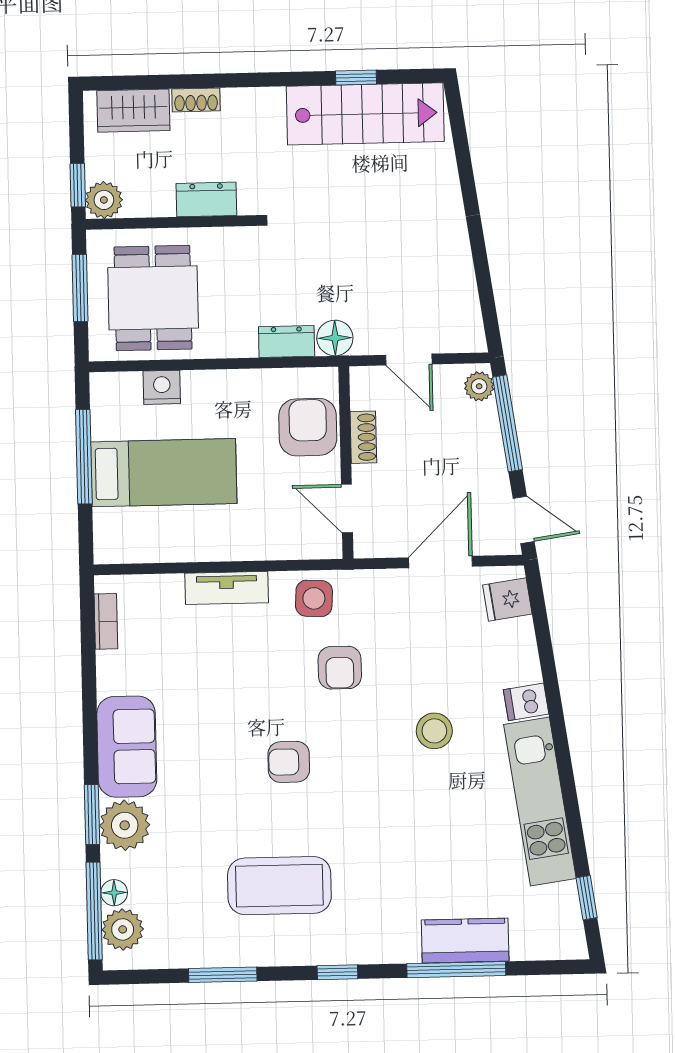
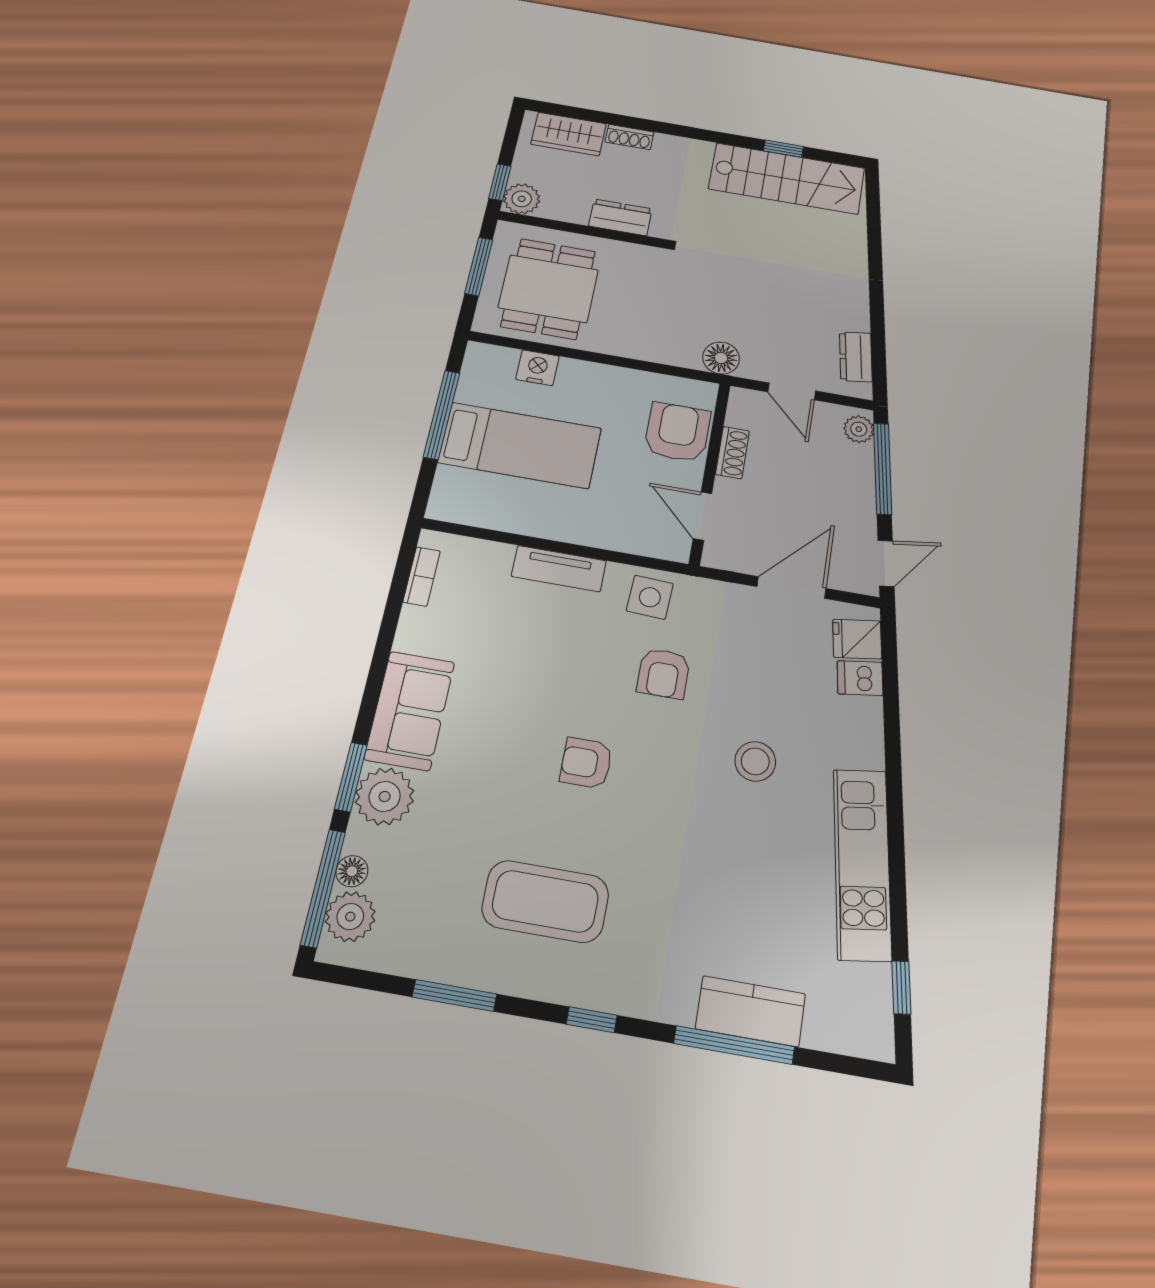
dresser: (287, 341) -> (856, 357), moved, turned -98
door: (524, 520) -> (886, 563), hinge flipped
dishwasher: (526, 702) -> (860, 678), moved

